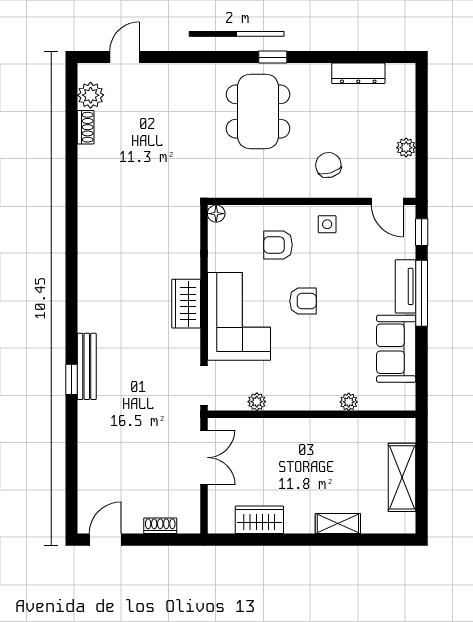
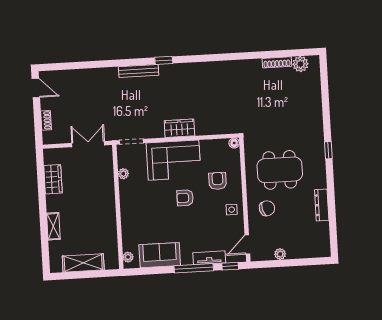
door: (125, 57) -> (324, 83), removed
window: (273, 57) -> (328, 150), moved
dresser: (358, 73) -> (322, 205), moved
dining table: (258, 111) -> (280, 170), moved
shoe rack: (86, 127) -> (277, 62), width x1.43
tv unit: (405, 286) -> (209, 258), moved
armchair: (303, 301) -> (185, 198), turned 90
window: (71, 379) -> (164, 60), moved
plant: (349, 402) -> (128, 257), moved
double door: (204, 457) -> (88, 144), swing flipped

